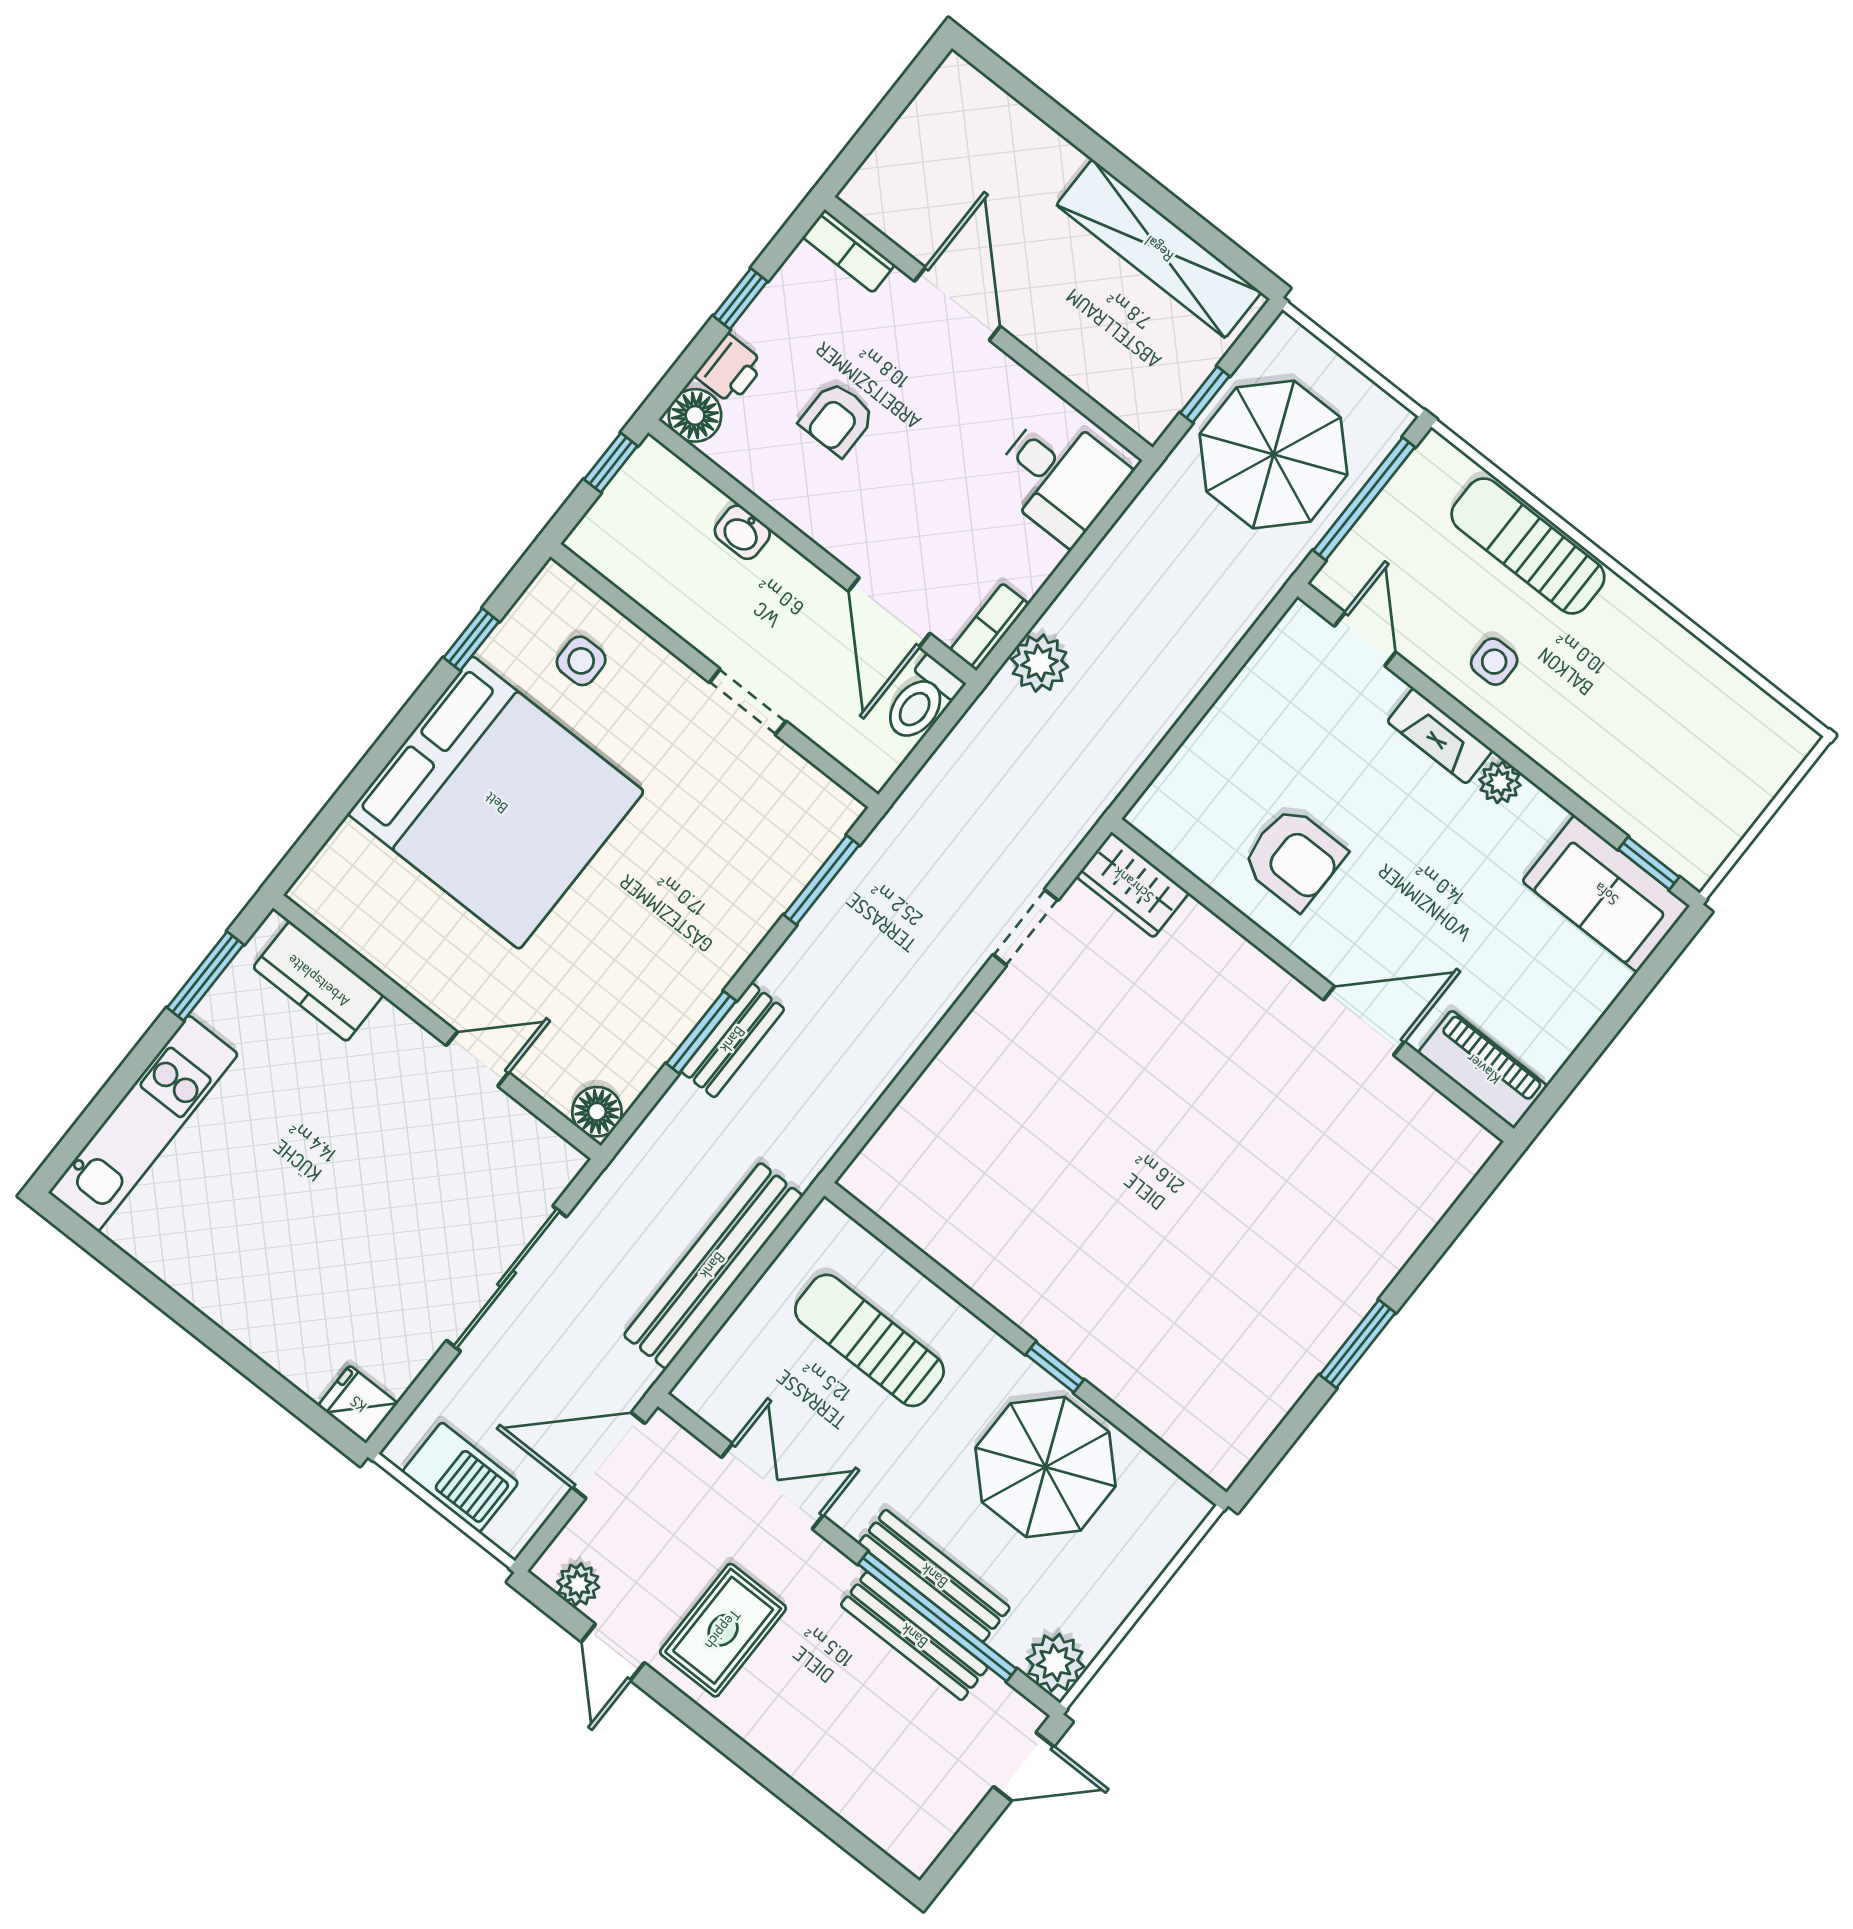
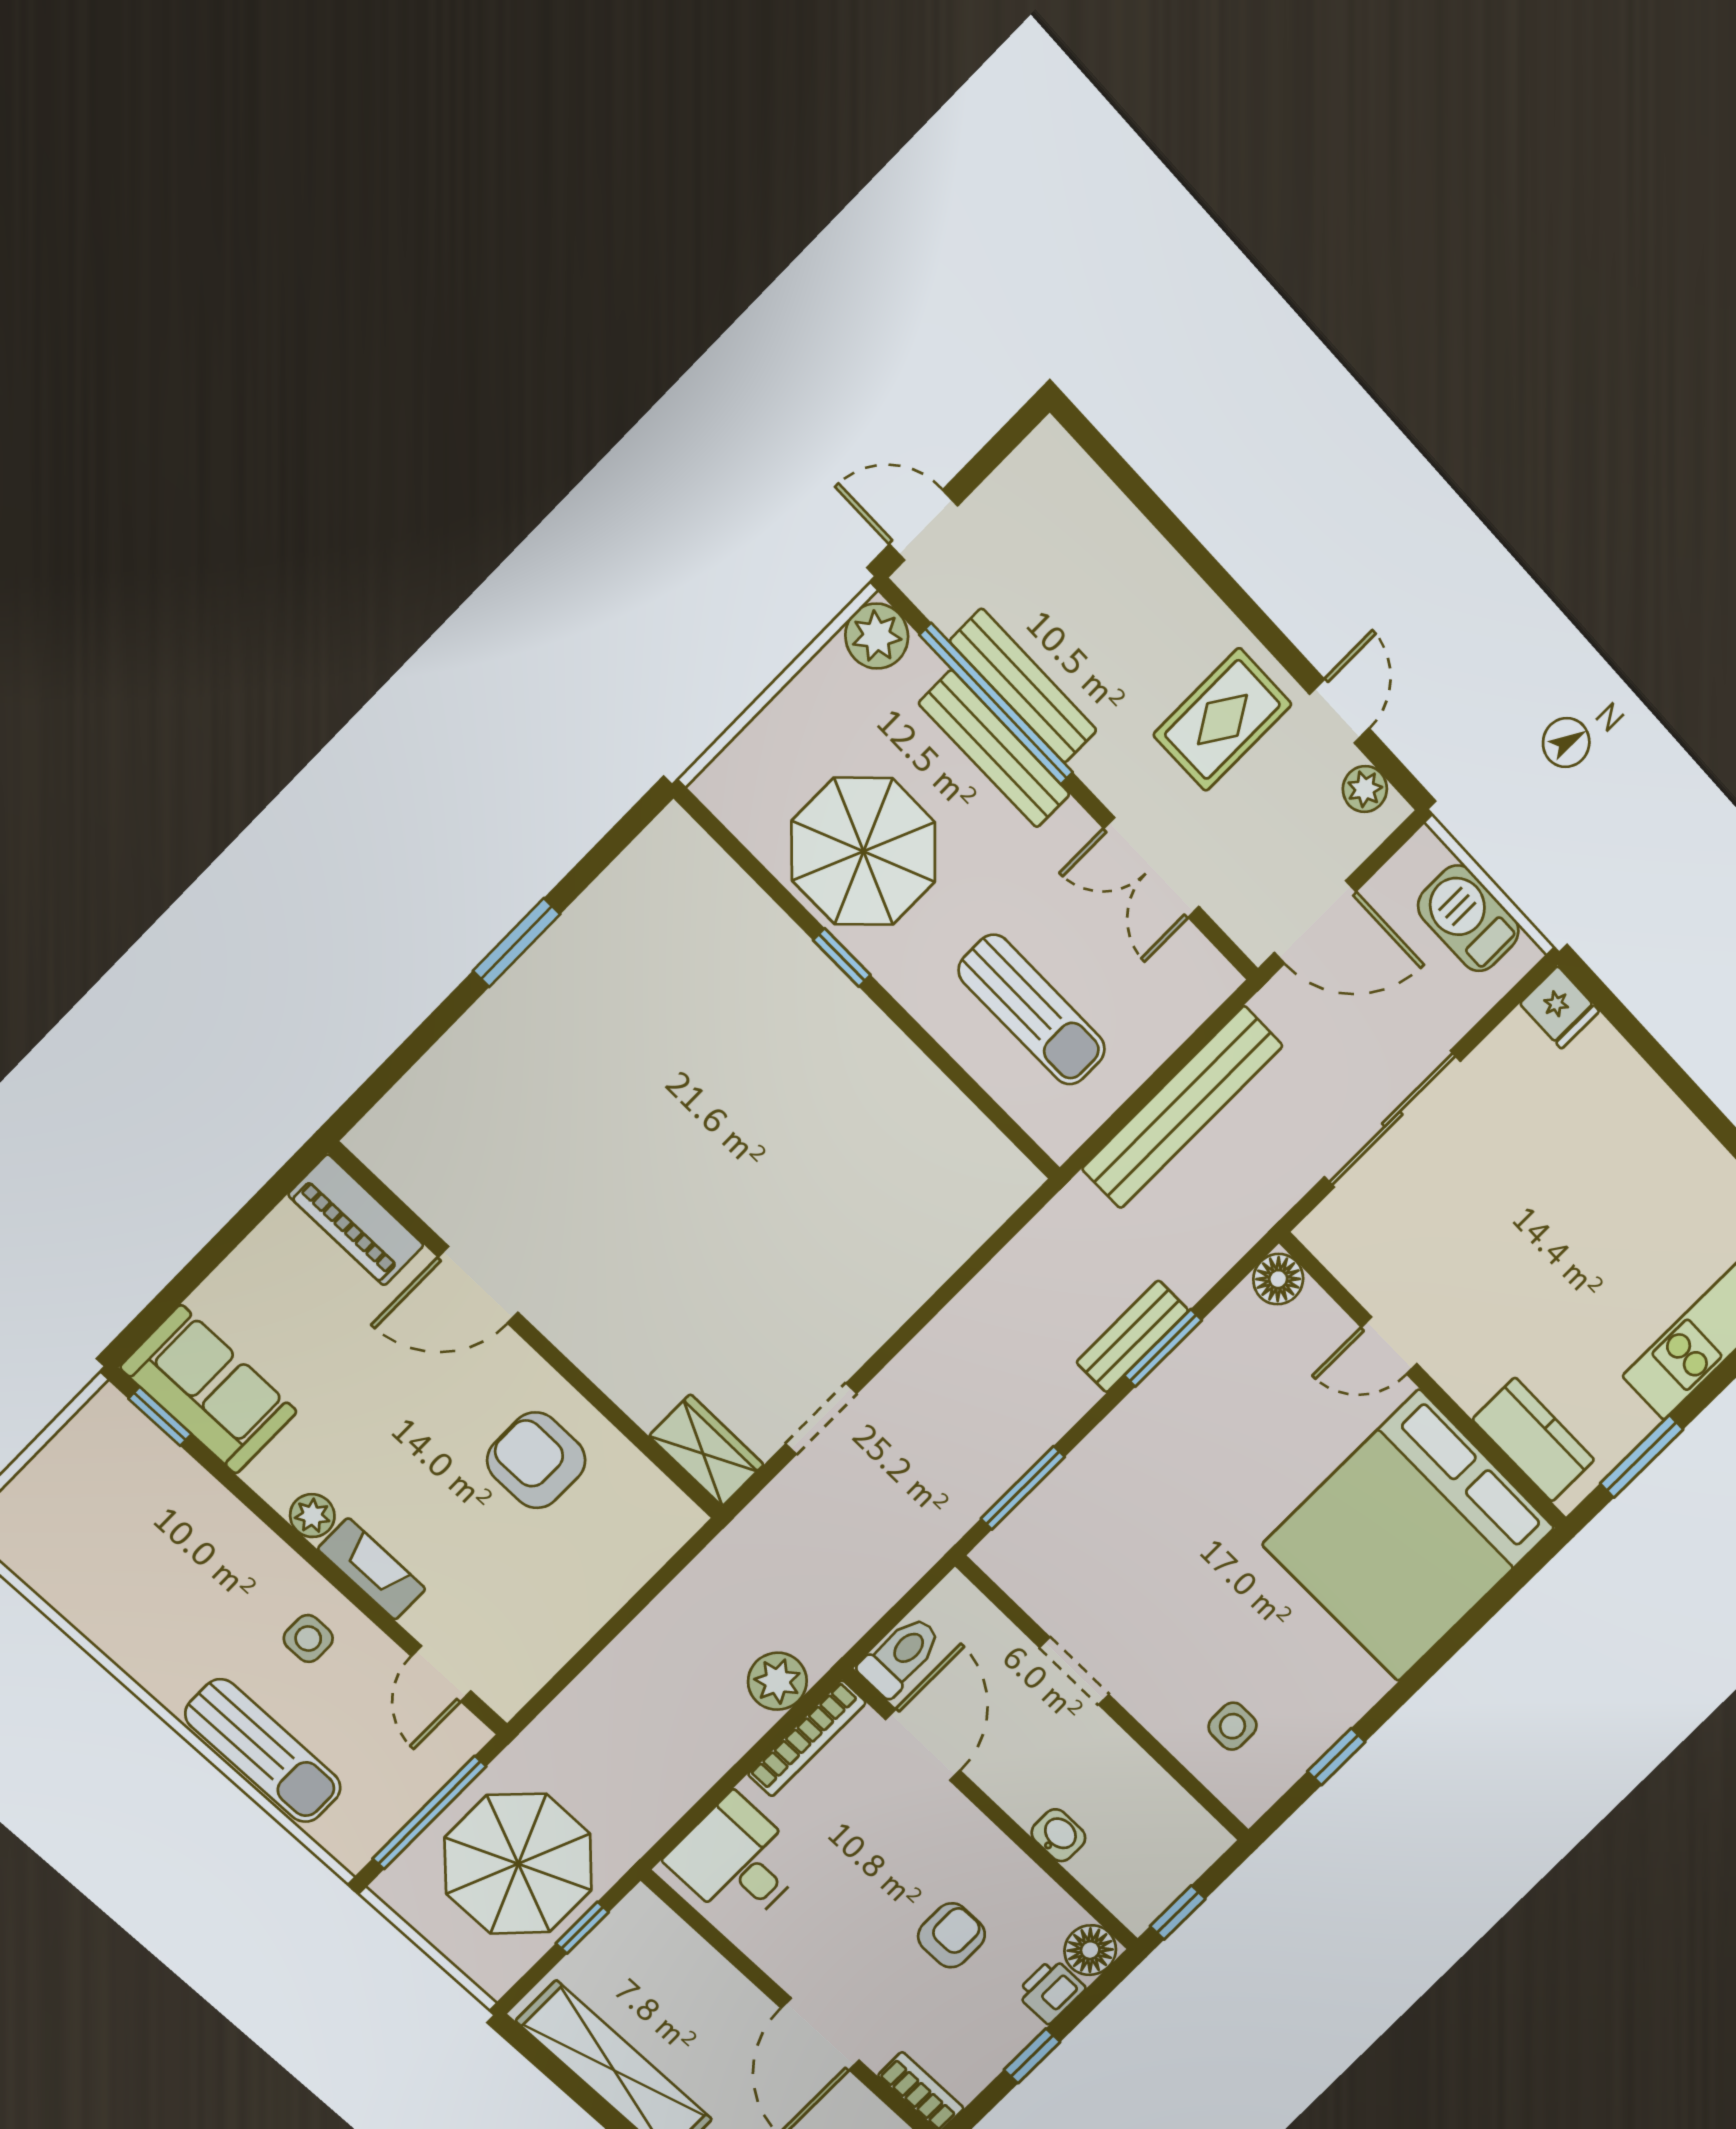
bookcase: (989, 627) -> (807, 1738), width x1.56
bed: (496, 803) -> (1409, 1536), moved, turned -90

